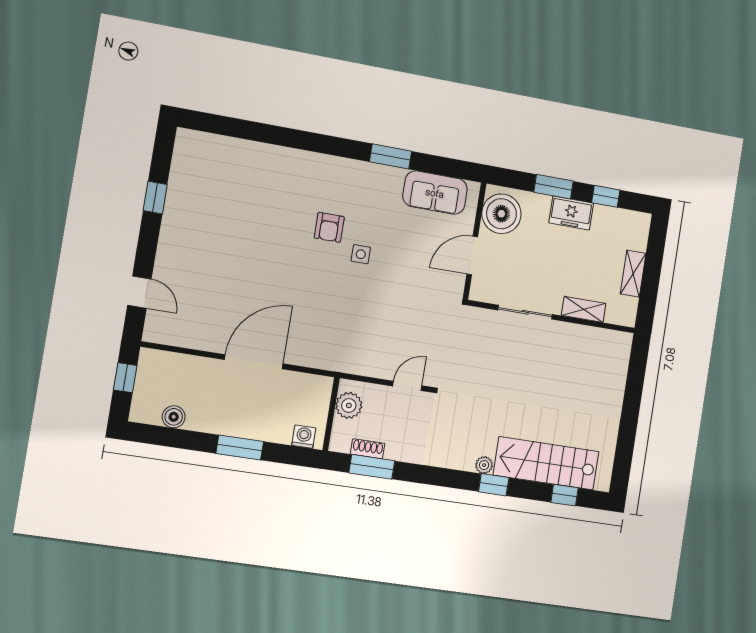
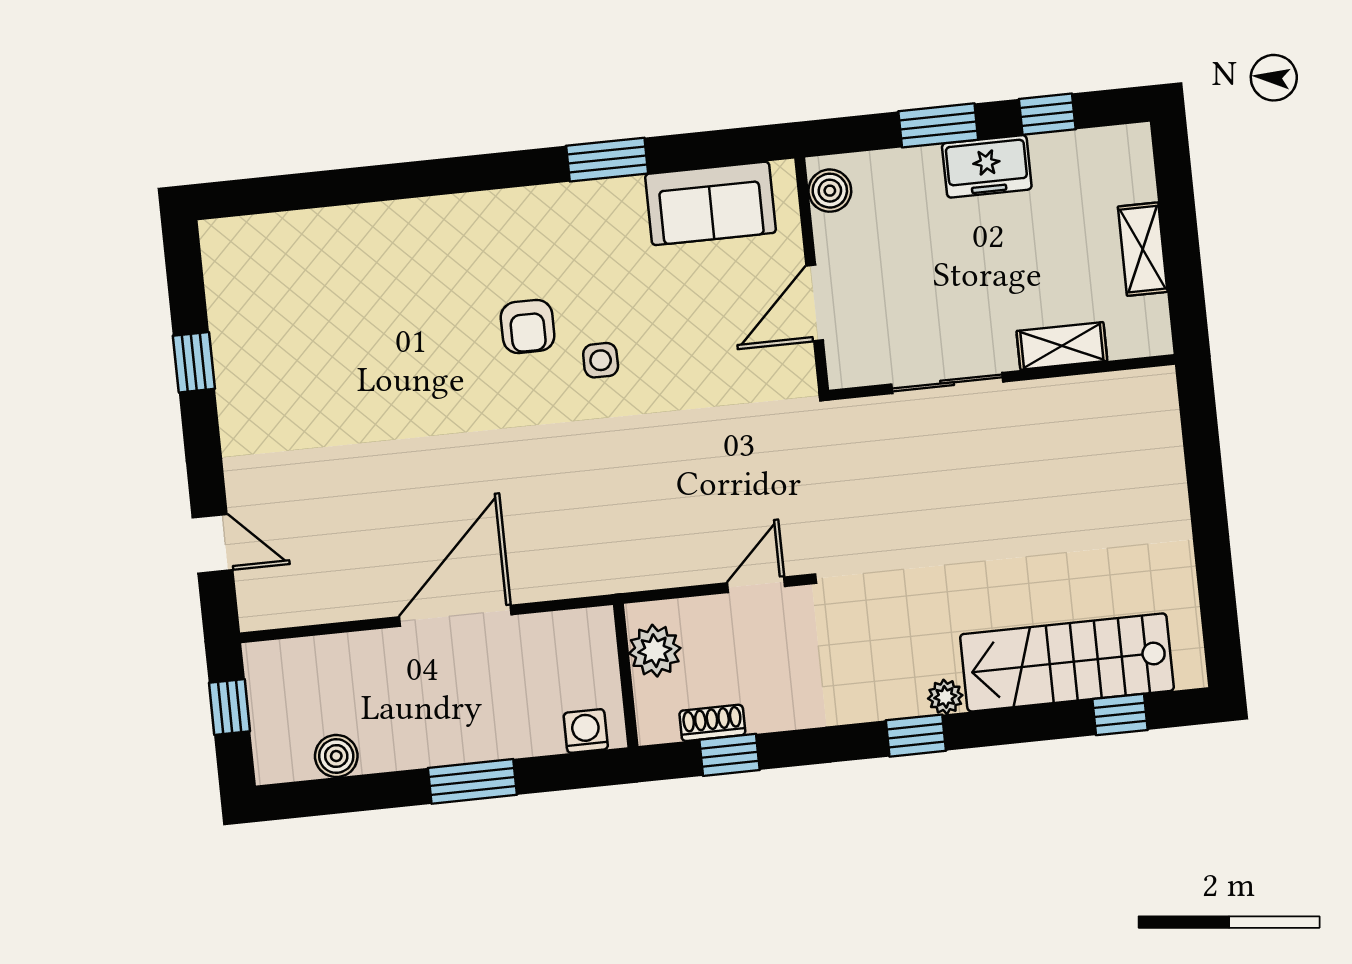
boiler: (501, 214) -> (830, 191), width x0.54, depth x0.54
window: (372, 467) -> (730, 755), width x0.67
window: (494, 485) -> (916, 736), moved

